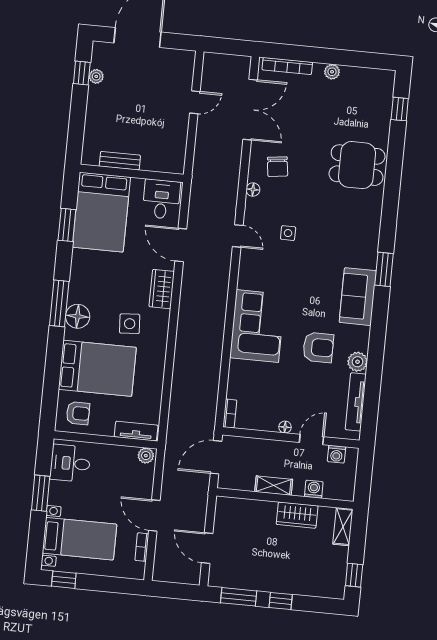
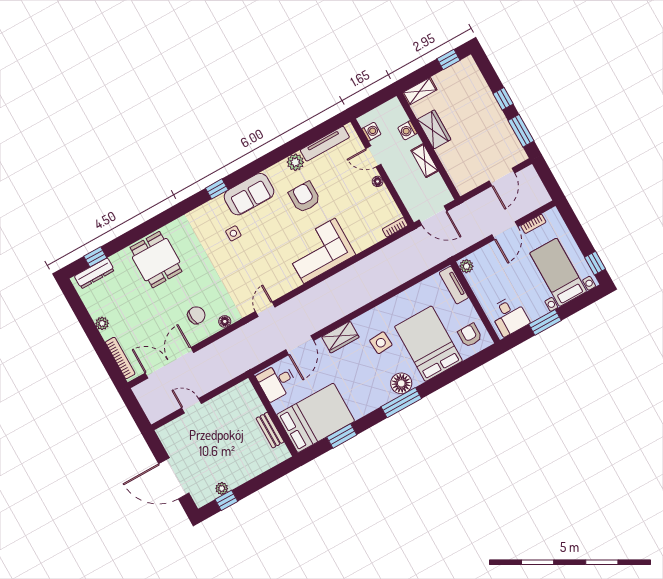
dresser: (385, 97) -> (94, 273), added
side table: (288, 233) -> (233, 233), moved
window: (384, 269) -> (217, 189), width x0.67

